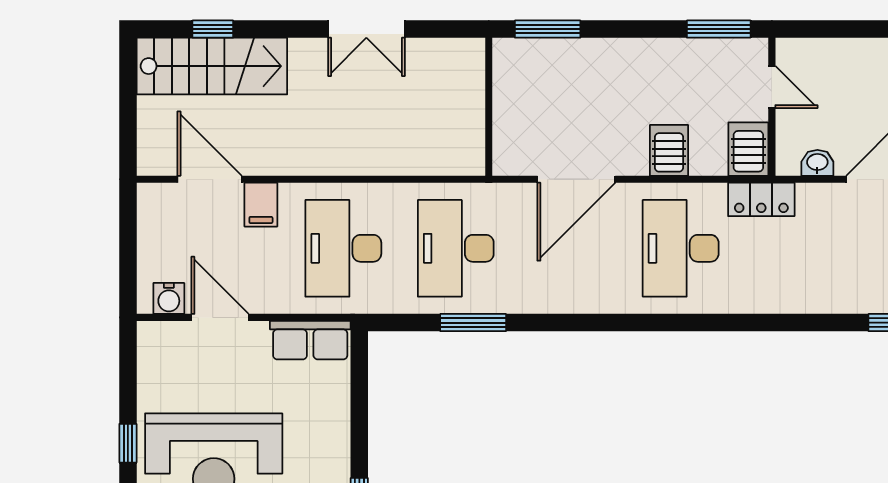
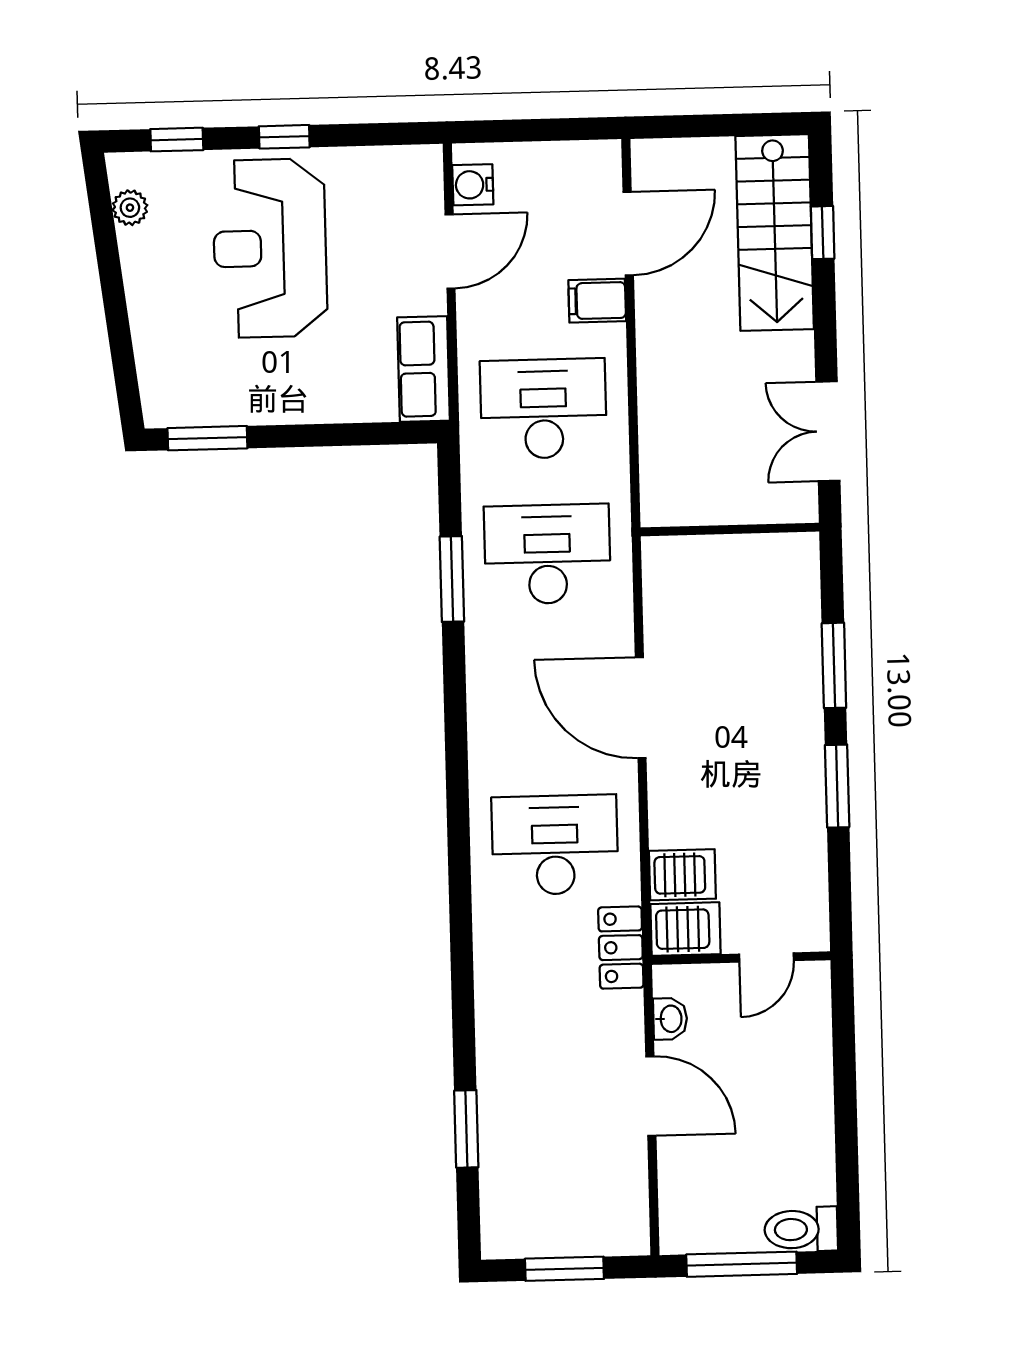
window: (719, 29) -> (837, 786), moved
wall: (489, 107) -> (730, 529), moved
server rack: (669, 150) -> (682, 875), moved

